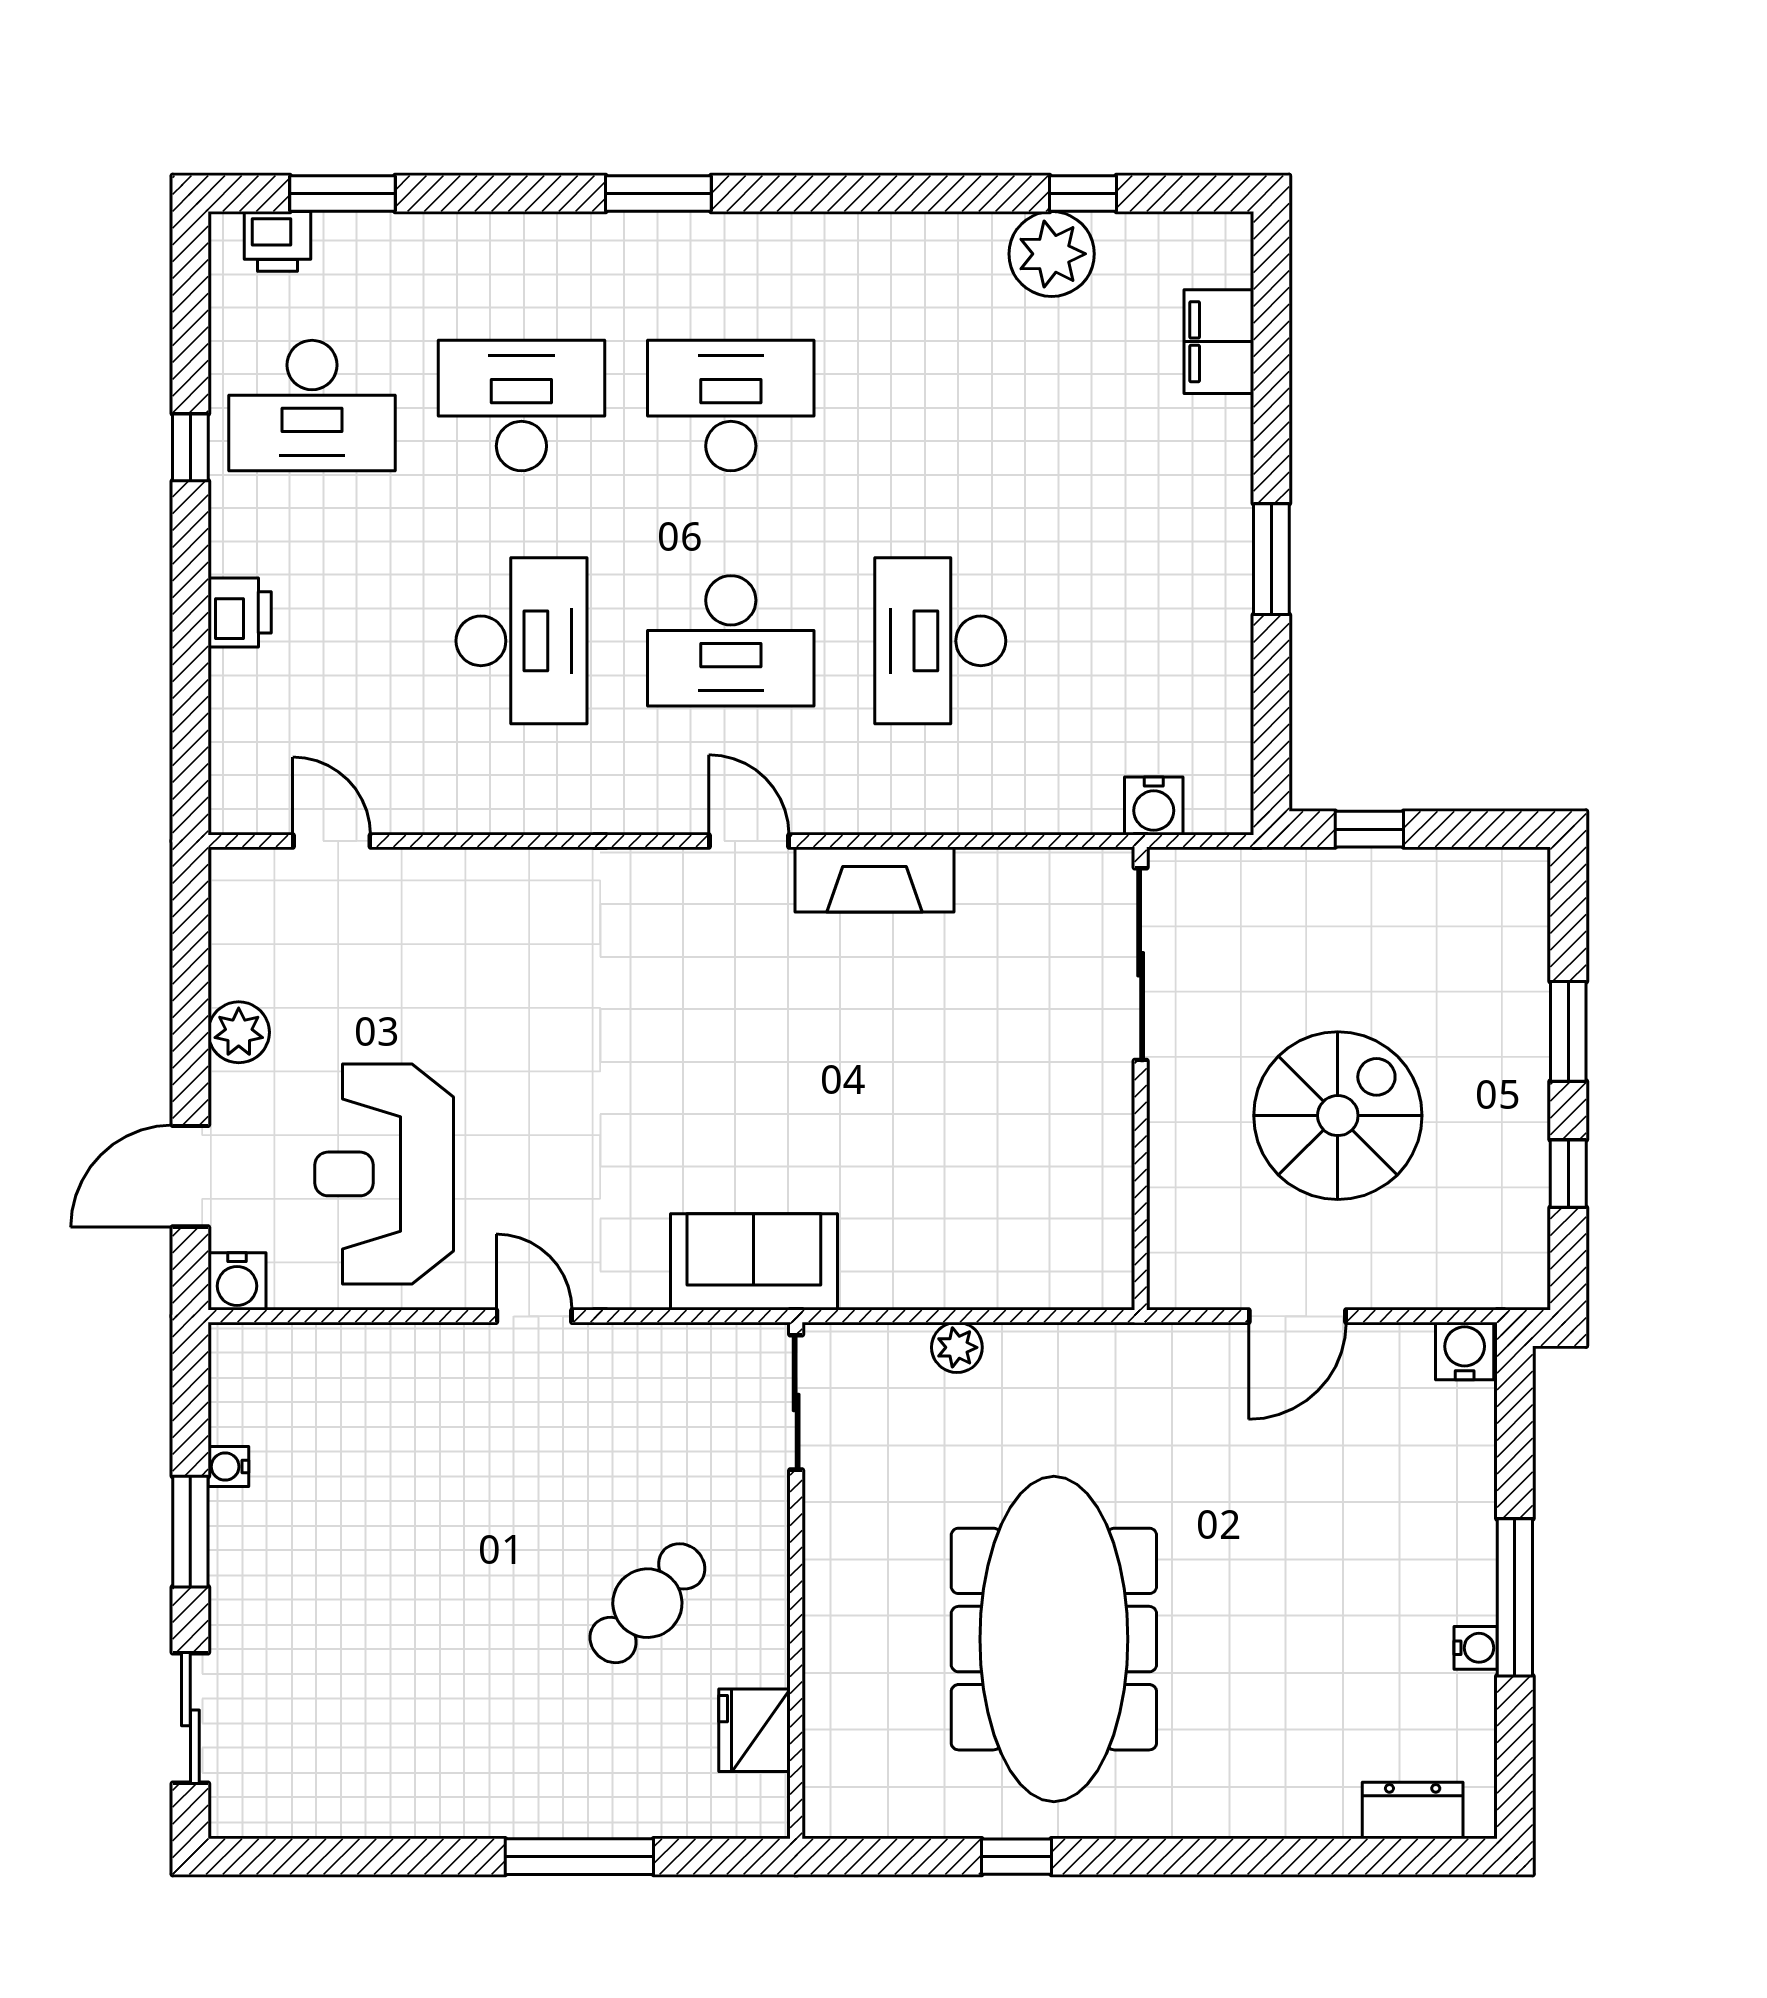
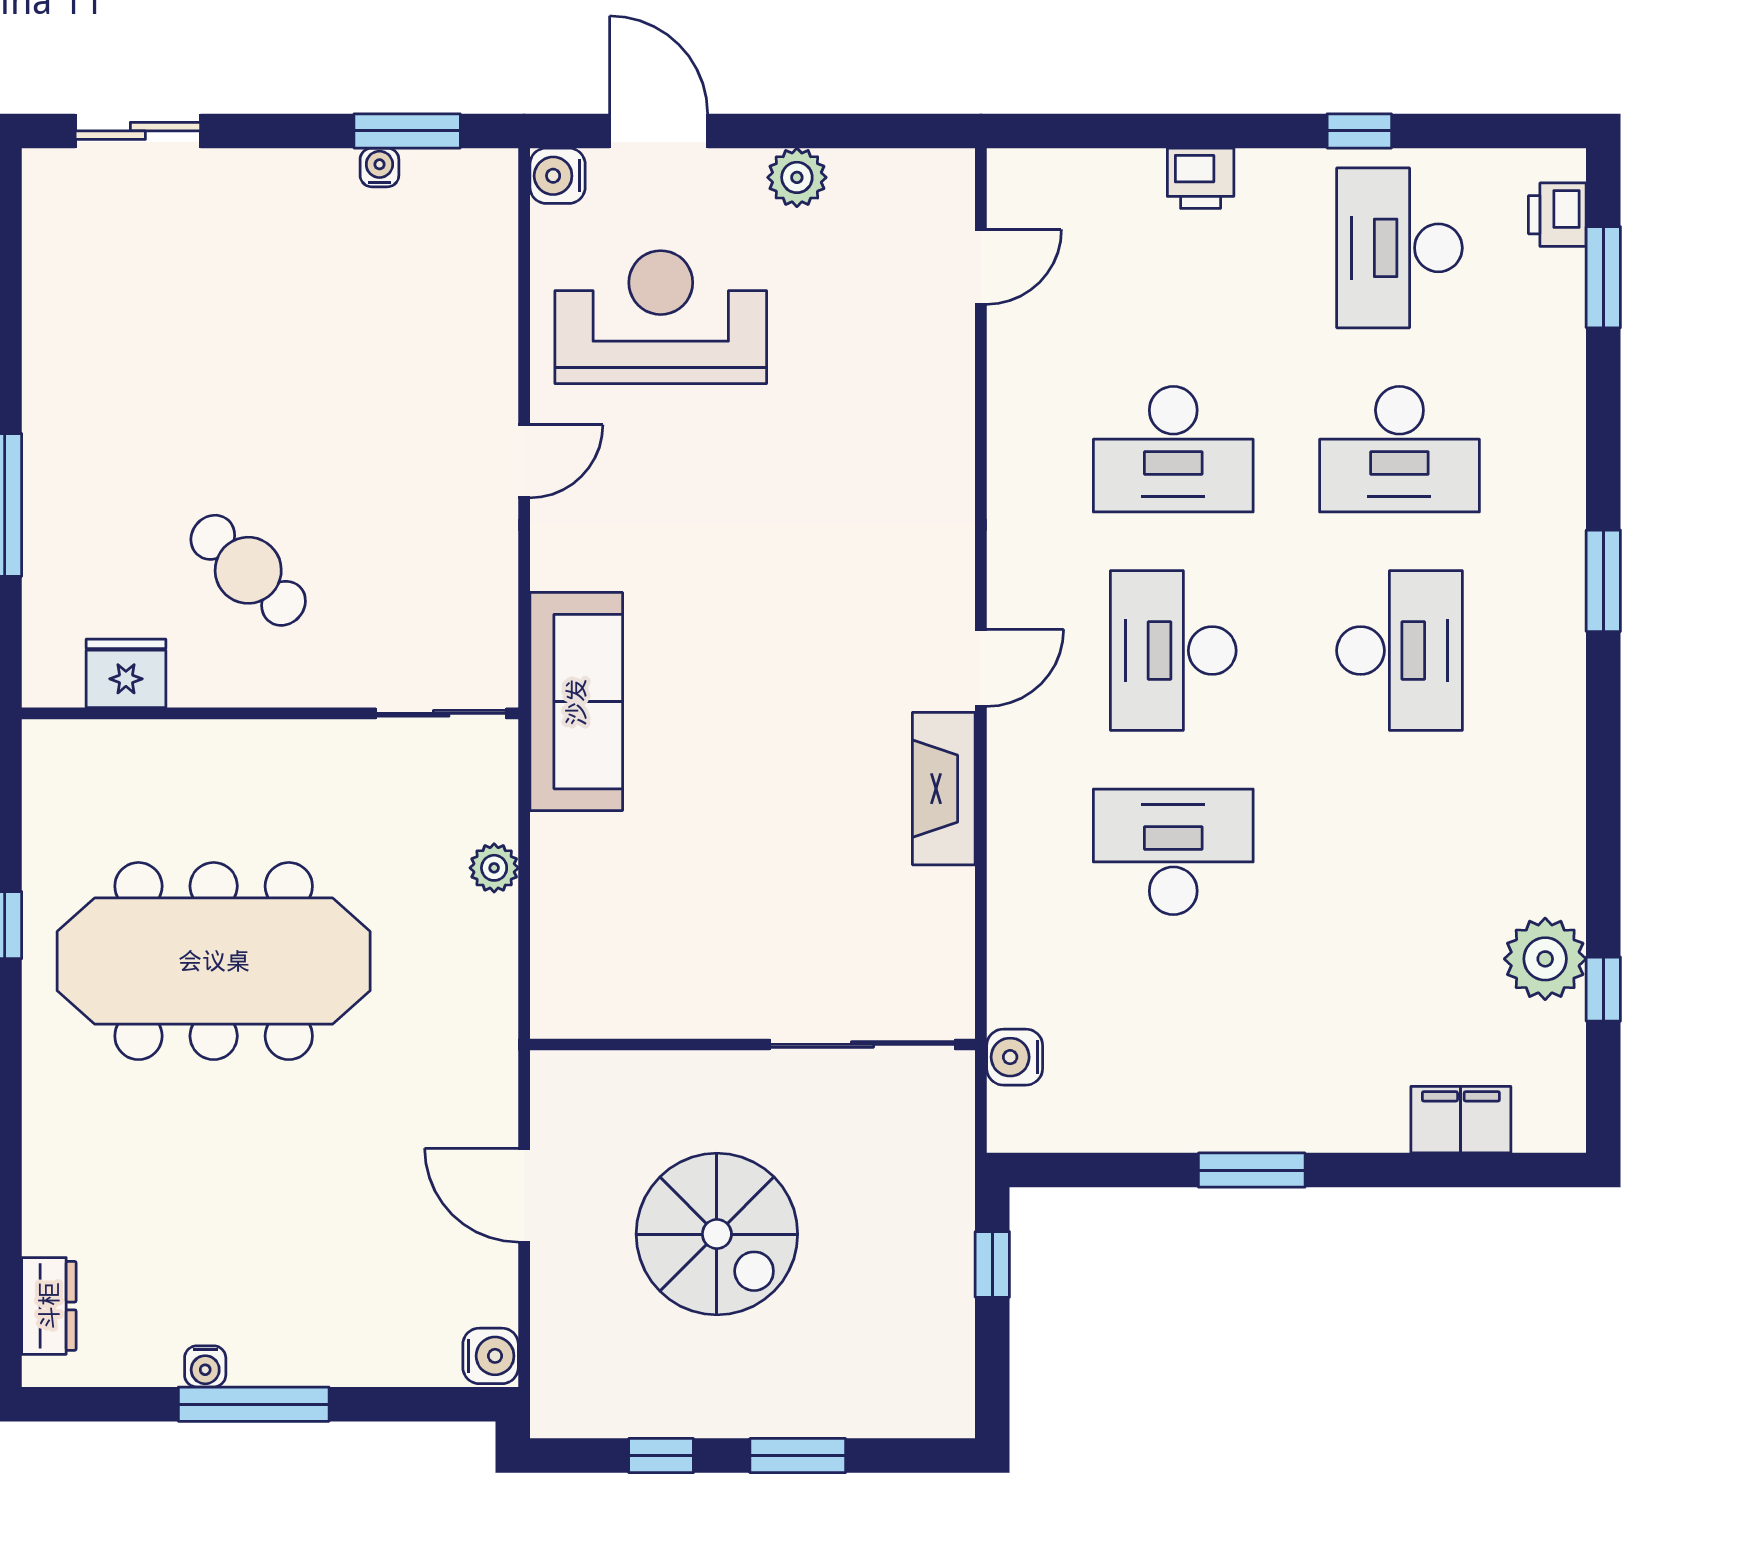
desk: (521, 406) -> (1399, 449), turned 90
sofa: (754, 1262) -> (576, 702), width x1.36
window: (190, 1532) -> (407, 131), moved

